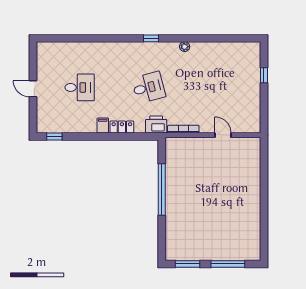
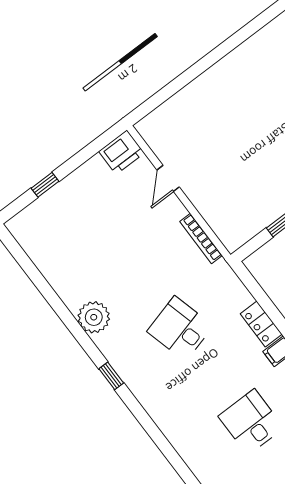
plant: (185, 47) -> (94, 317), width x1.88, depth x1.88
printer: (156, 125) -> (122, 152), moved, turned -90

